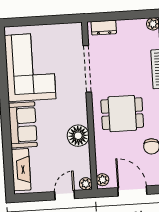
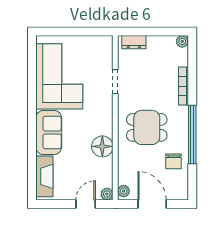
doorway: (87, 69) -> (115, 82), width x0.53

